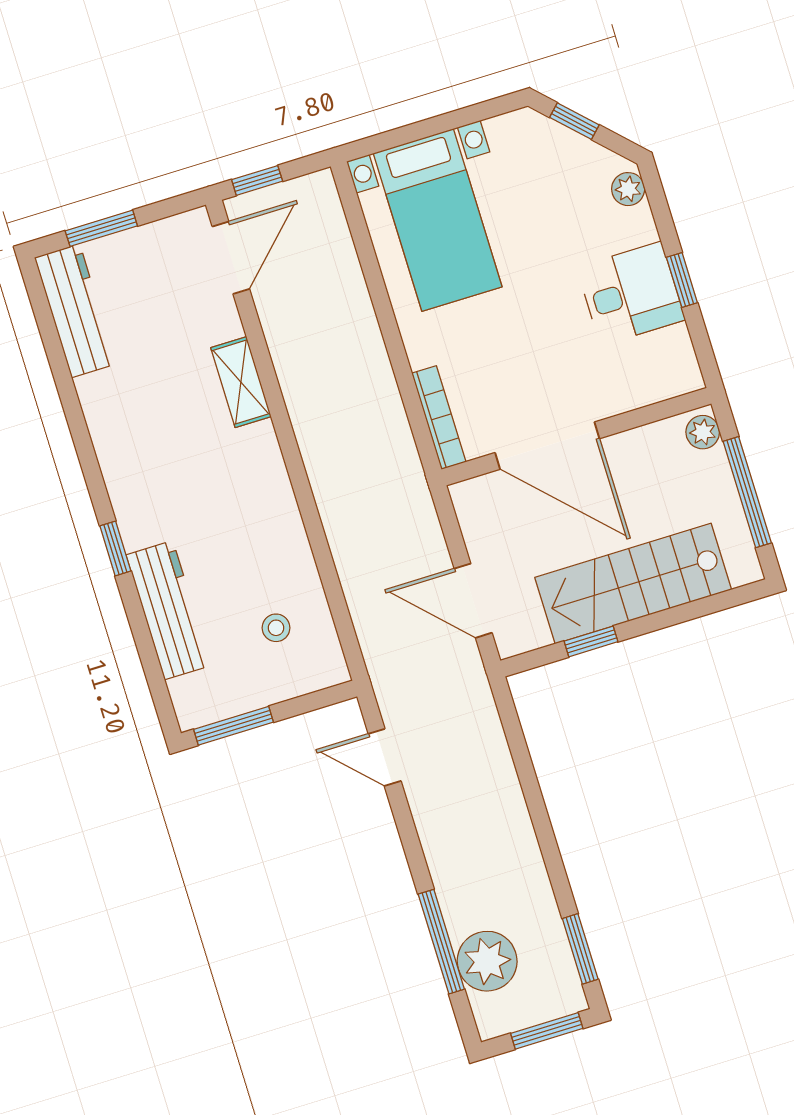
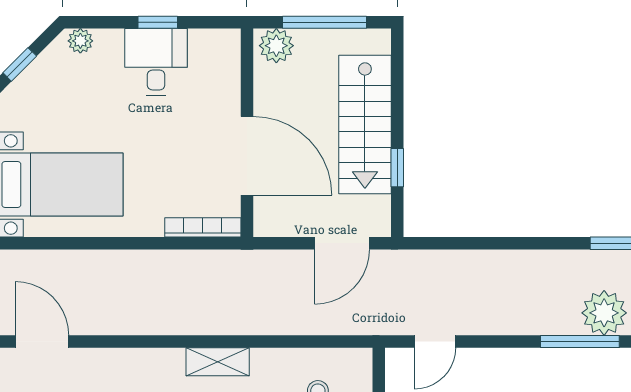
shelving: (241, 382) -> (218, 362), moved
plant: (703, 432) -> (276, 46), width x1.38, depth x1.38
door: (547, 446) -> (247, 156), hinge flipped

